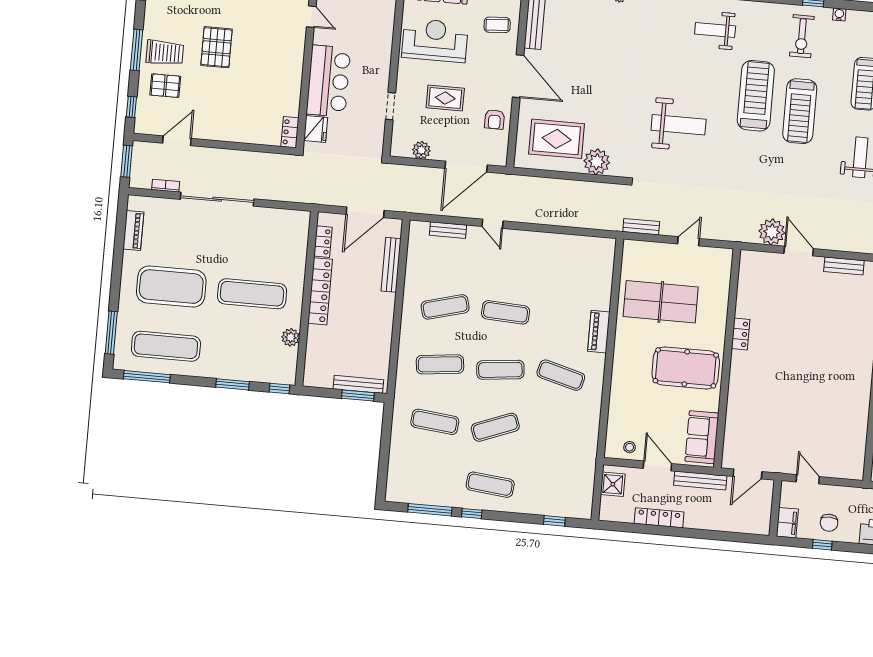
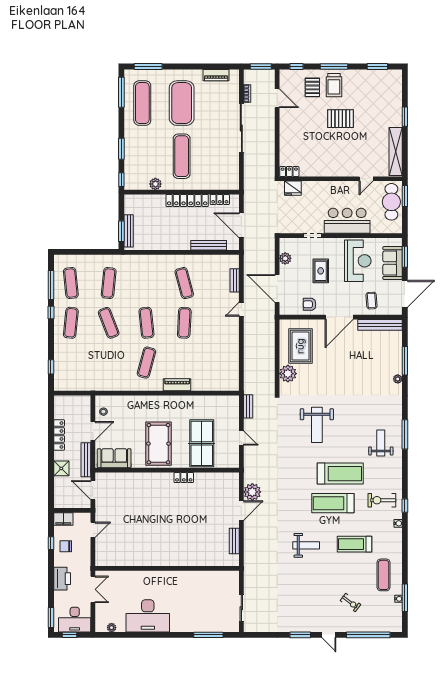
bar counter: (328, 81) -> (347, 221), moved, turned 180
table tennis table: (661, 302) -> (202, 443), moved
exercise mat: (440, 364) -> (71, 283), moved
shower: (613, 484) -> (61, 468), moved

